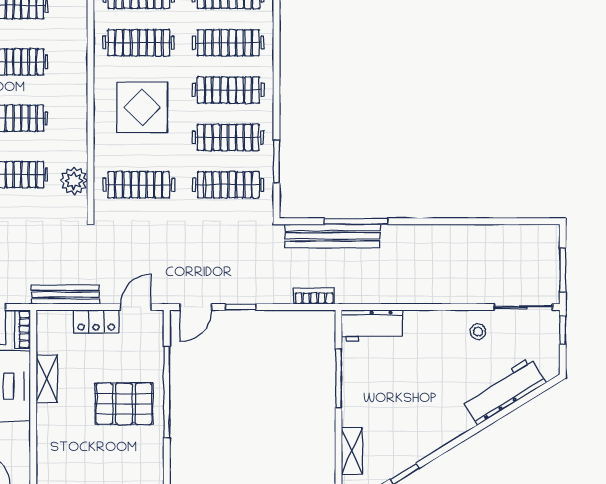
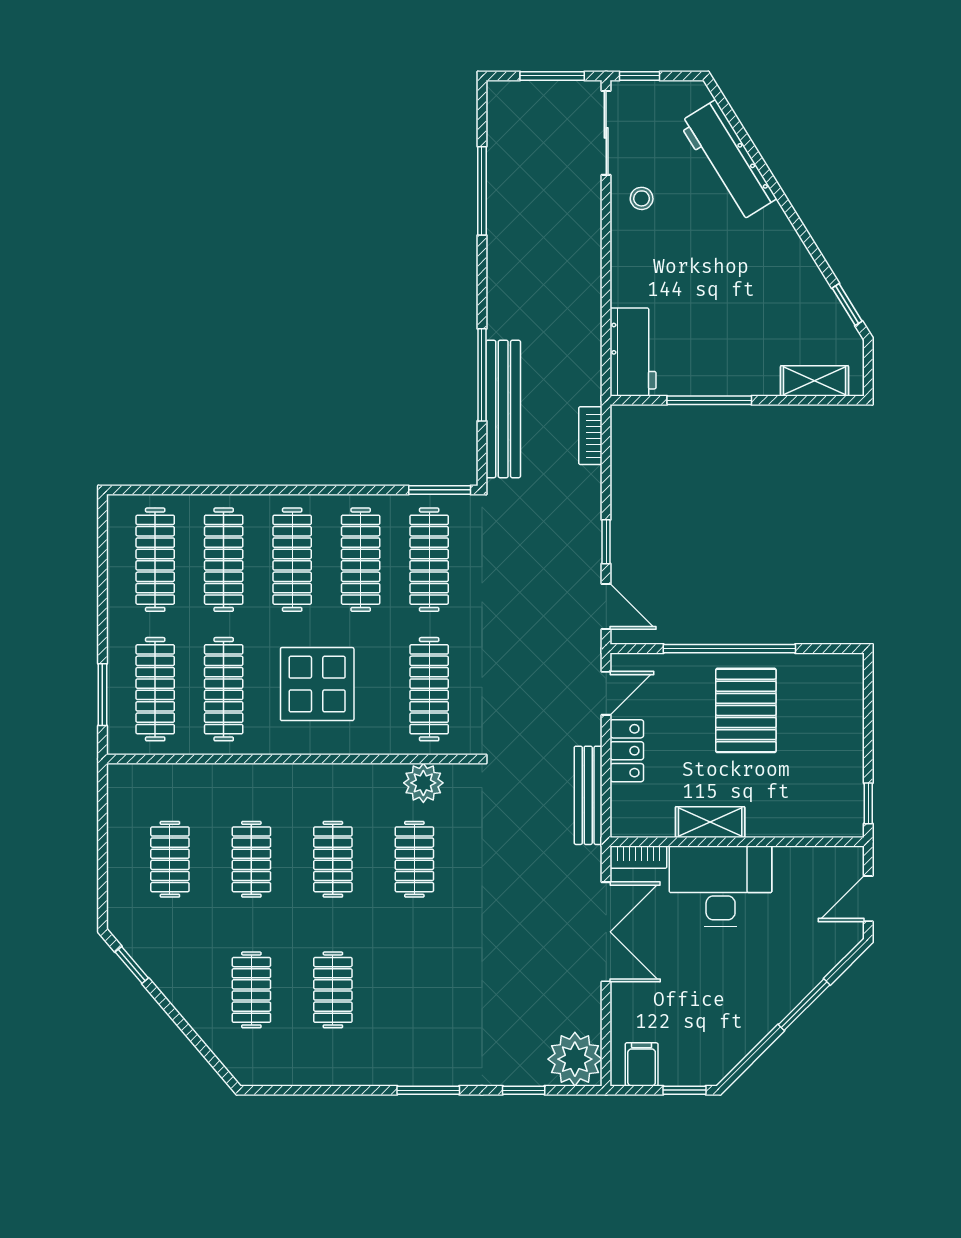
window: (276, 162) -> (440, 490), moved
window: (483, 221) -> (482, 191), added
door: (136, 307) -> (606, 693), swing flipped

